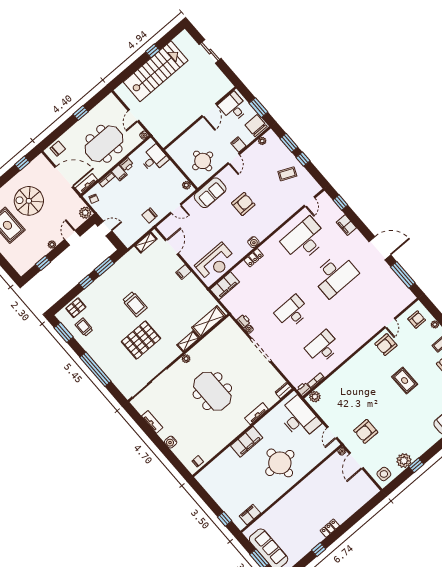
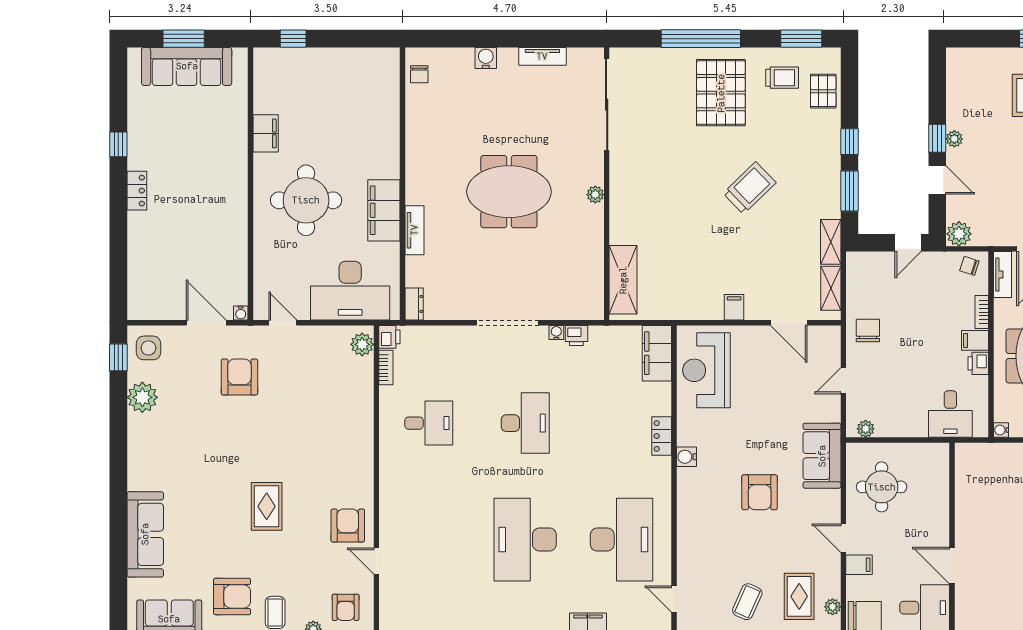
rug: (269, 157) -> (799, 596), added
window: (43, 263) -> (937, 138), moved
trolley: (135, 304) -> (750, 188), turned 136
pallet: (141, 340) -> (721, 93), moved
shelving: (188, 341) -> (831, 242), moved
desk: (323, 347) -> (429, 423), width x0.73
rug: (405, 380) -> (267, 506), turned 90
filing cabinet: (247, 442) -> (384, 210), moved
window: (416, 465) -> (118, 357), moved
filing cabinet: (250, 515) -> (266, 133), moved

